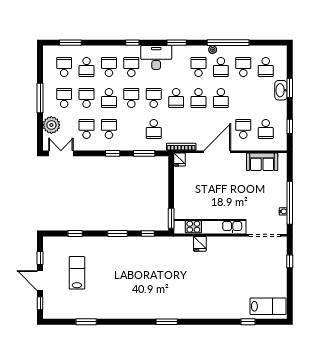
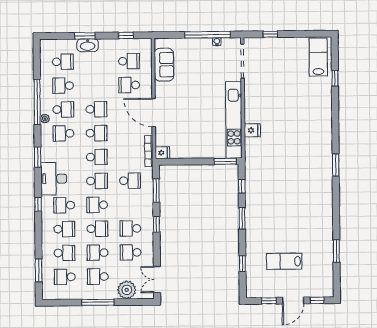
school desk: (109, 67) -> (64, 229), turned 180
school desk: (154, 98) -> (97, 181), turned 180

